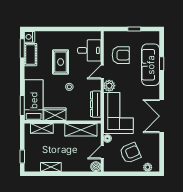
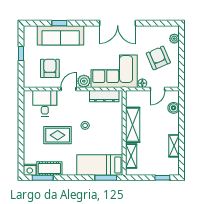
door: (102, 72) -> (69, 89), swing flipped
wardrobe: (55, 114) -> (116, 142), removed
shelving: (81, 130) -> (133, 125), moved
door: (102, 152) -> (158, 89), hinge flipped
boiler: (96, 167) -> (174, 108), moved

